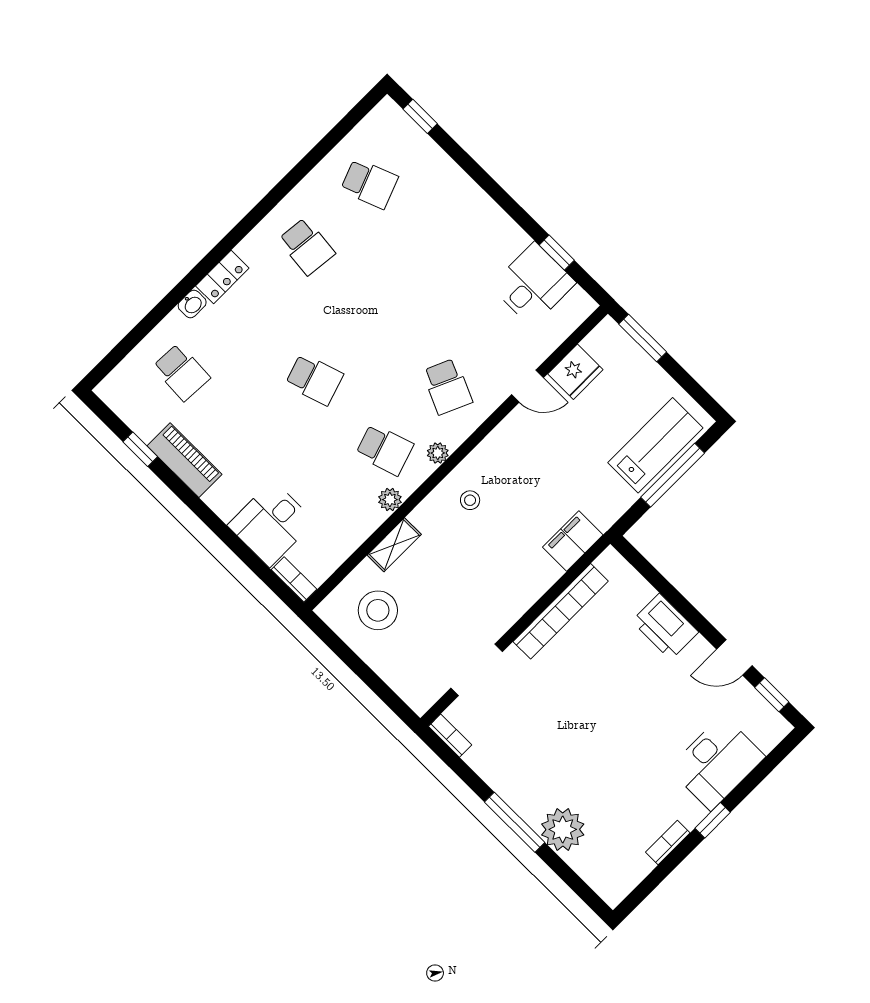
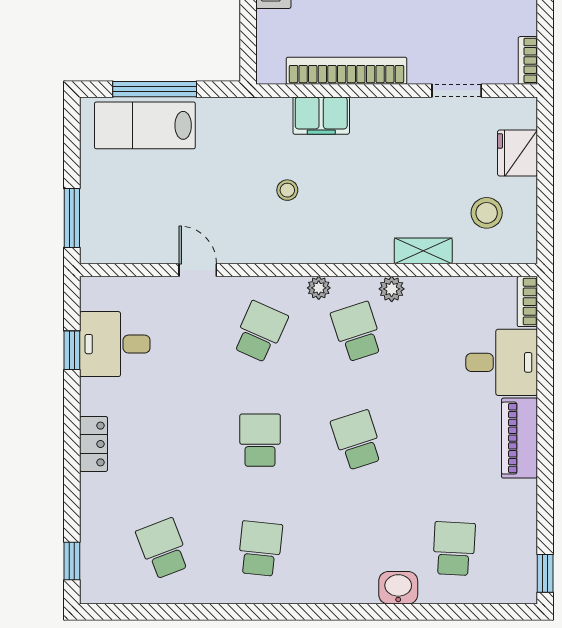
locker: (222, 277) -> (94, 444), moved, turned 90
washbasin: (192, 304) -> (398, 588), width x1.38, depth x1.45
school desk: (377, 317) -> (260, 440), added
fridge: (575, 372) -> (518, 153), moved, turned -90
window: (140, 449) -> (545, 573), moved
piano: (184, 460) -> (520, 438), moved
stool: (470, 500) -> (287, 190), moved
filing cabinet: (573, 541) -> (321, 116), moved
stool: (378, 610) -> (487, 213), width x0.73, depth x0.73
doorway: (477, 670) -> (457, 91), width x0.73

